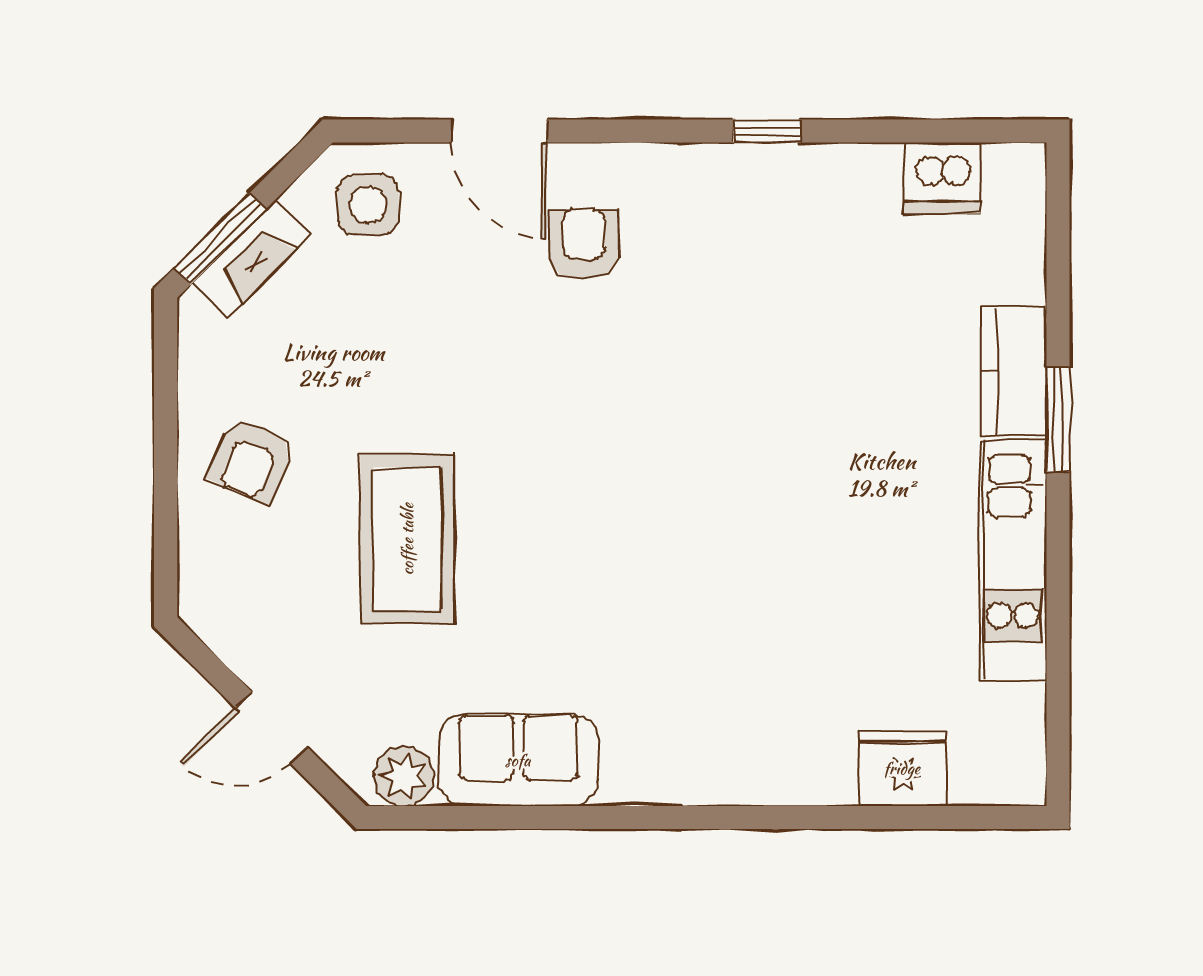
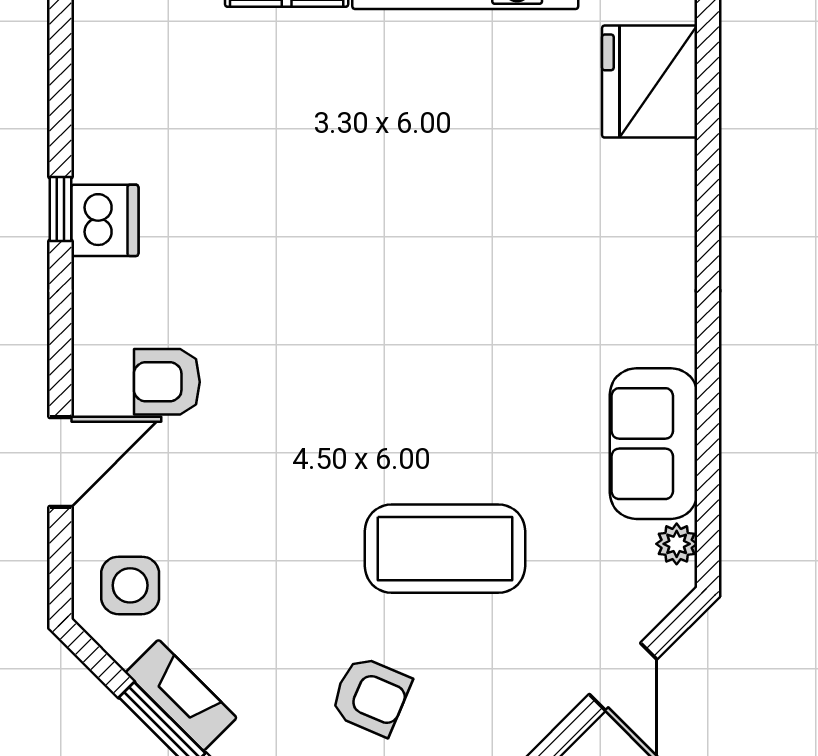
dishwasher: (942, 178) -> (105, 220), moved
fridge: (902, 768) -> (650, 82), width x1.36, depth x1.34
plant: (404, 776) -> (677, 544), width x0.73, depth x0.73

